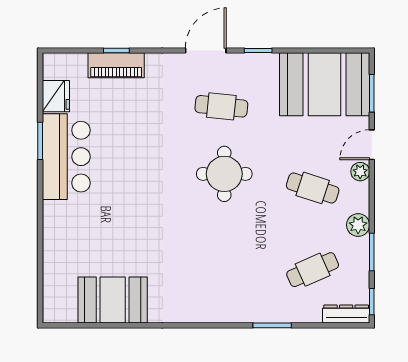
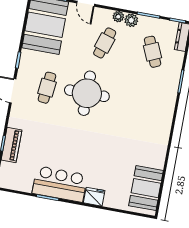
fridge: (56, 96) -> (94, 197), moved
plant: (360, 172) -> (118, 17), moved
round table: (224, 174) -> (87, 93), width x1.36, depth x1.36
booth: (113, 300) -> (146, 188), moved

